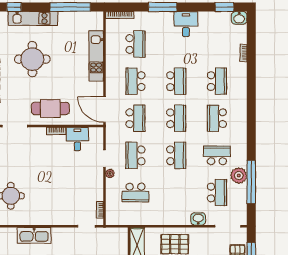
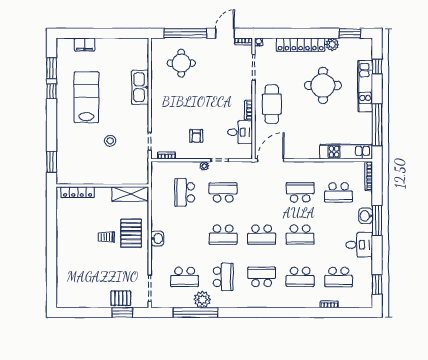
washbasin: (239, 18) -> (366, 216), moved
kitchen unit: (96, 56) -> (346, 152), moved
school desk: (135, 118) -> (339, 277), moved
armchair: (81, 181) -> (196, 136), added
washbasin: (198, 219) -> (157, 238), moved

